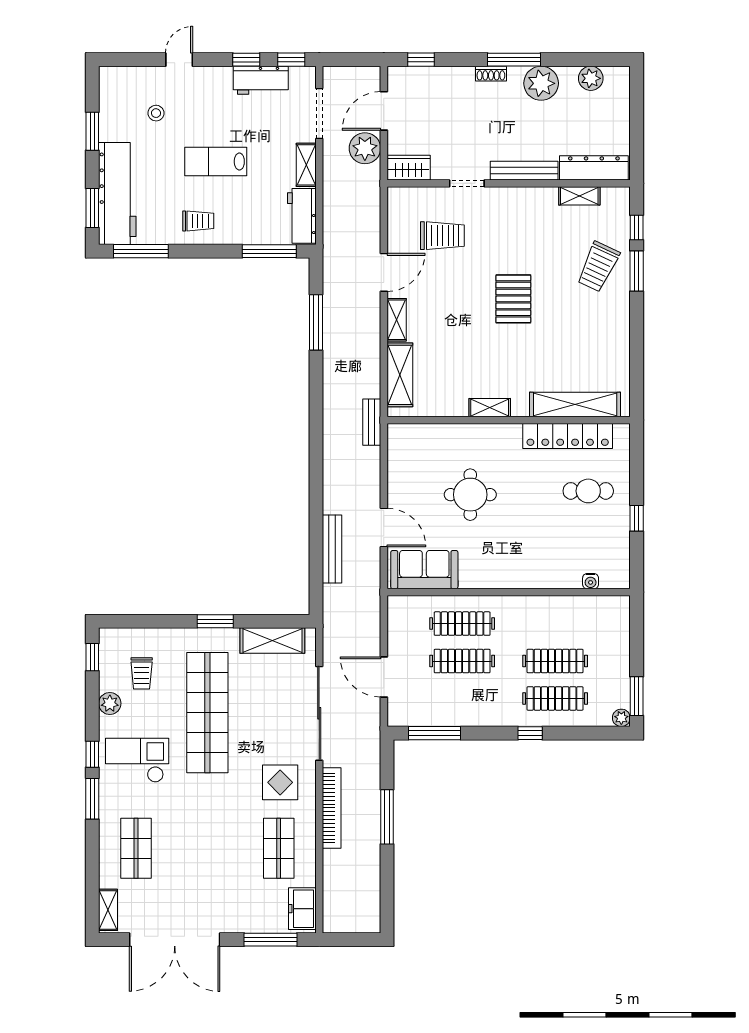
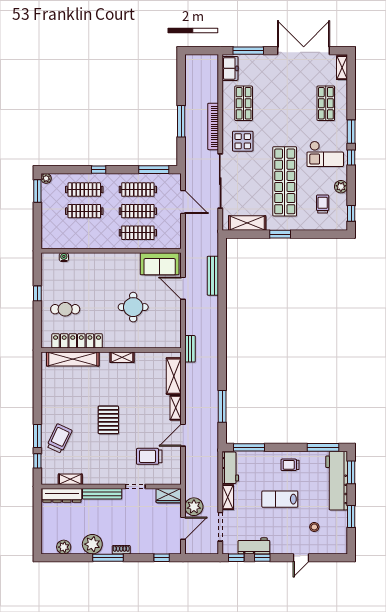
lab bench: (216, 162) -> (280, 499), turned 180
clothes rail: (462, 698) -> (138, 190), added

